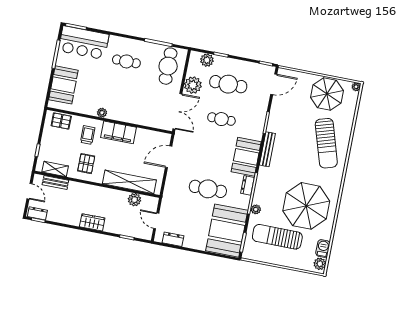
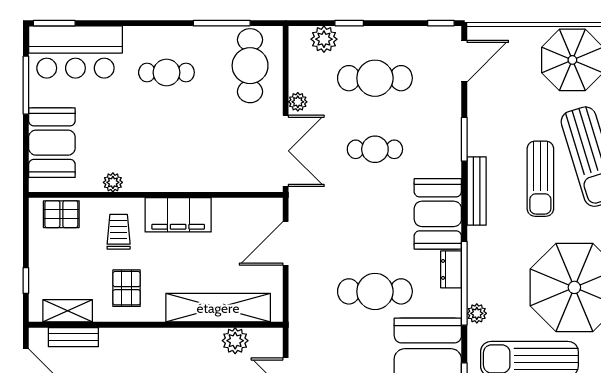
plant: (193, 85) -> (298, 102), width x0.53, depth x0.53
plant: (102, 113) -> (113, 182), moved
sun lounger: (300, 149) -> (540, 179), added

